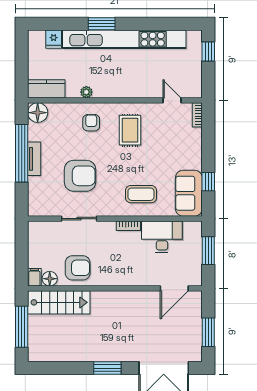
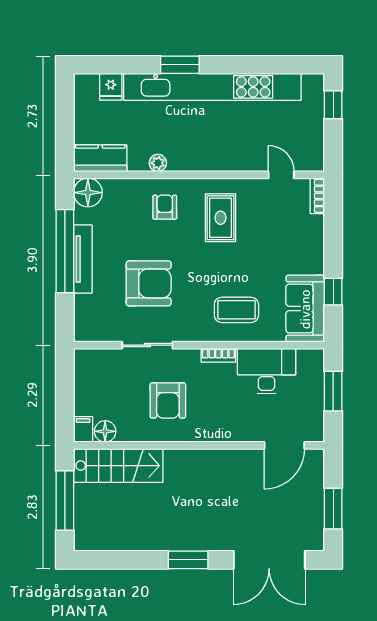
tv unit: (34, 159) -> (83, 259), width x1.41
armchair: (78, 268) -> (168, 400), moved, turned 90

